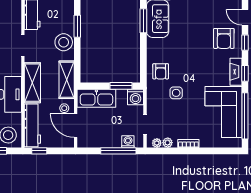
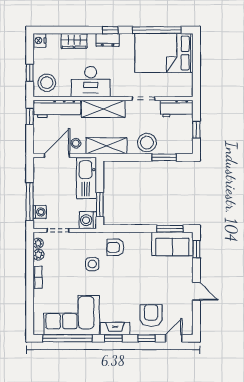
armchair: (224, 38) -> (151, 315), turned 90

